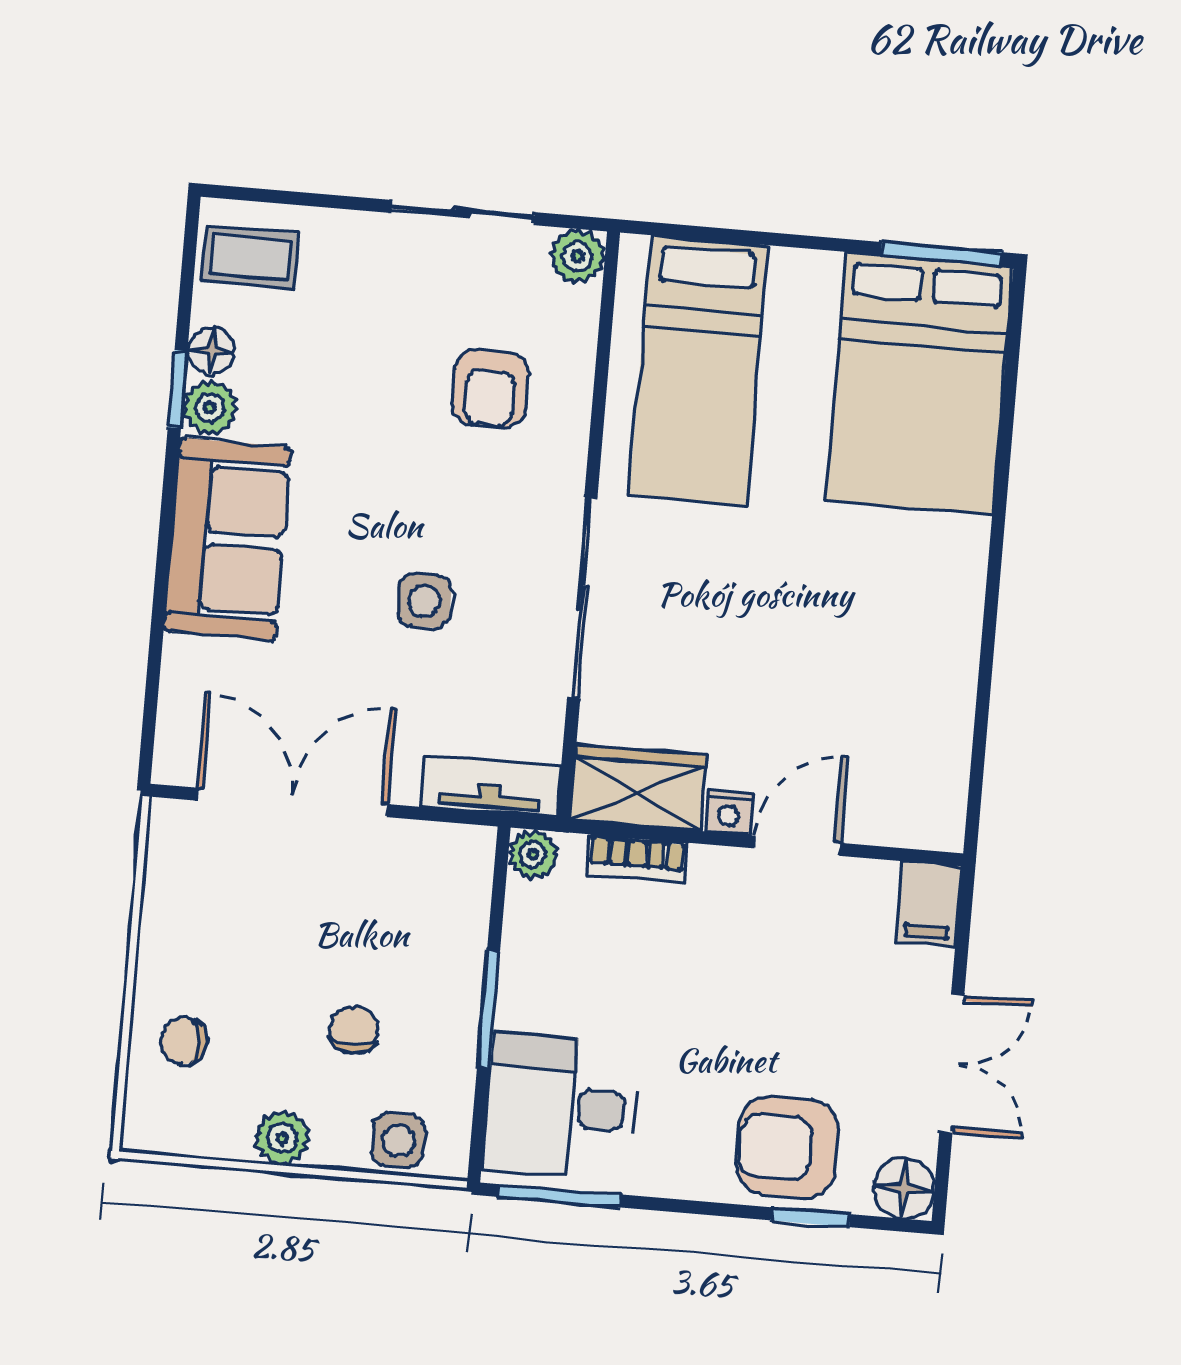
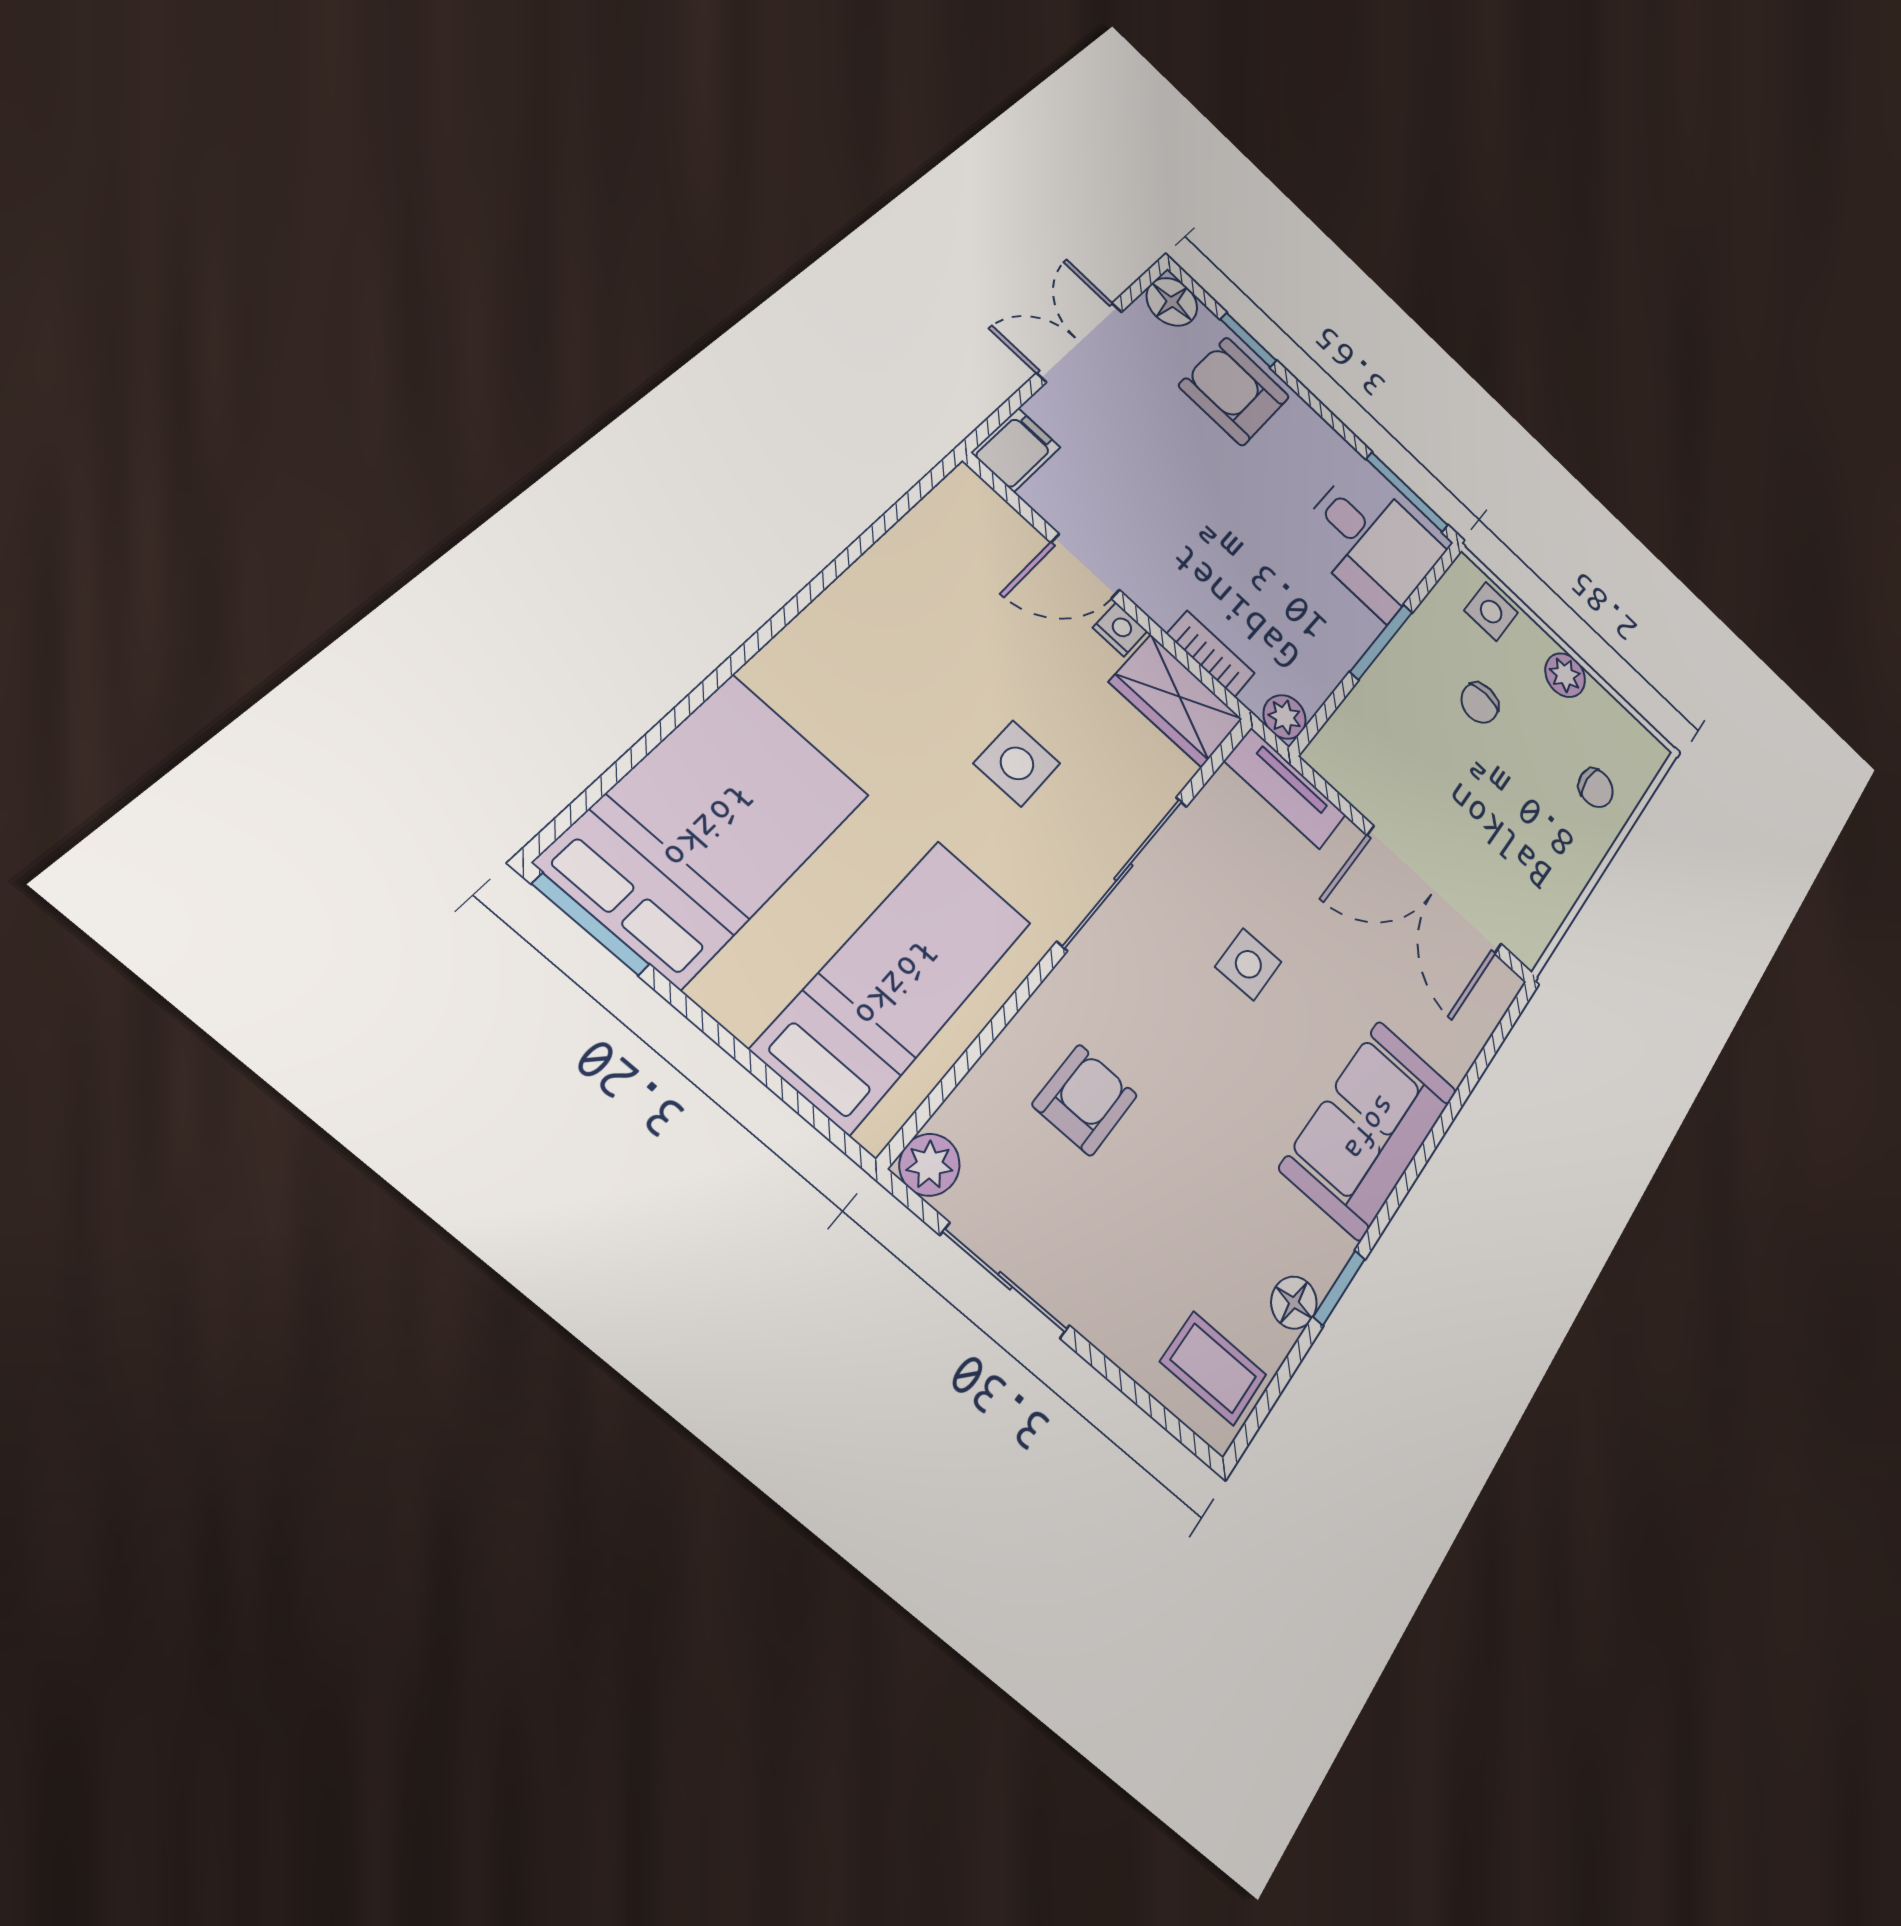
plant: (210, 408) -> (1322, 1252), removed
side table: (731, 620) -> (1017, 763), added
armchair: (787, 1147) -> (1234, 391), turned 180

